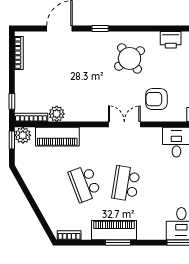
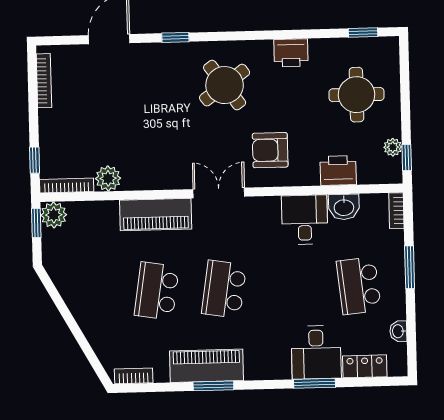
piano: (57, 137) -> (156, 215), moved
school desk: (85, 184) -> (157, 291), turned 30

